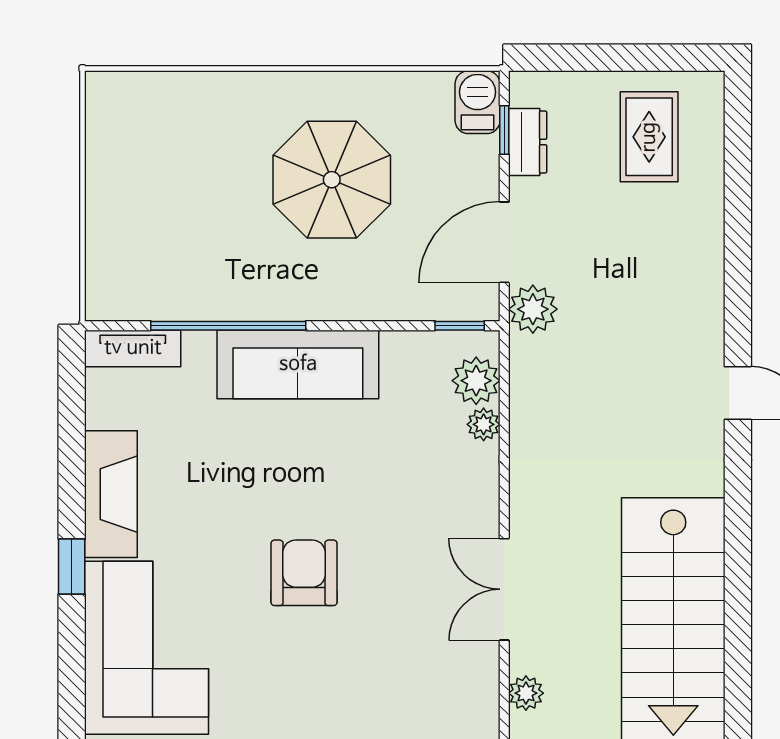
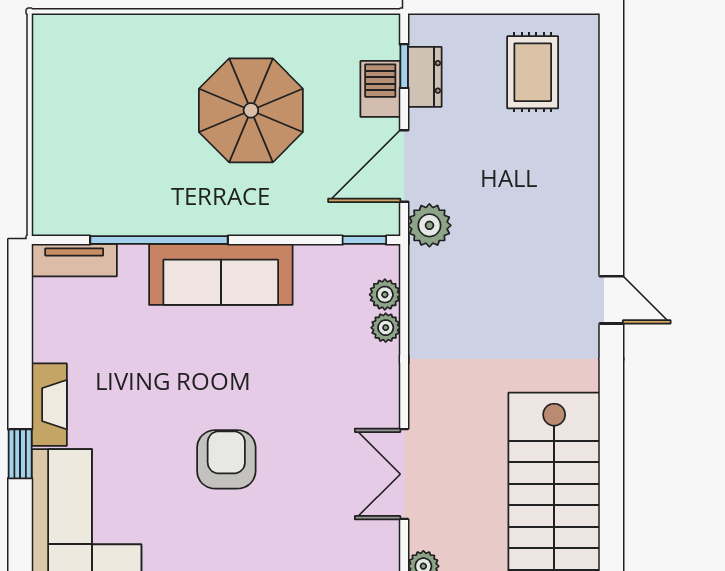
barbecue: (478, 102) -> (380, 89), moved
plant: (476, 381) -> (385, 295), width x0.73, depth x0.73
fireplace: (111, 494) -> (49, 405), width x0.73, depth x0.76

